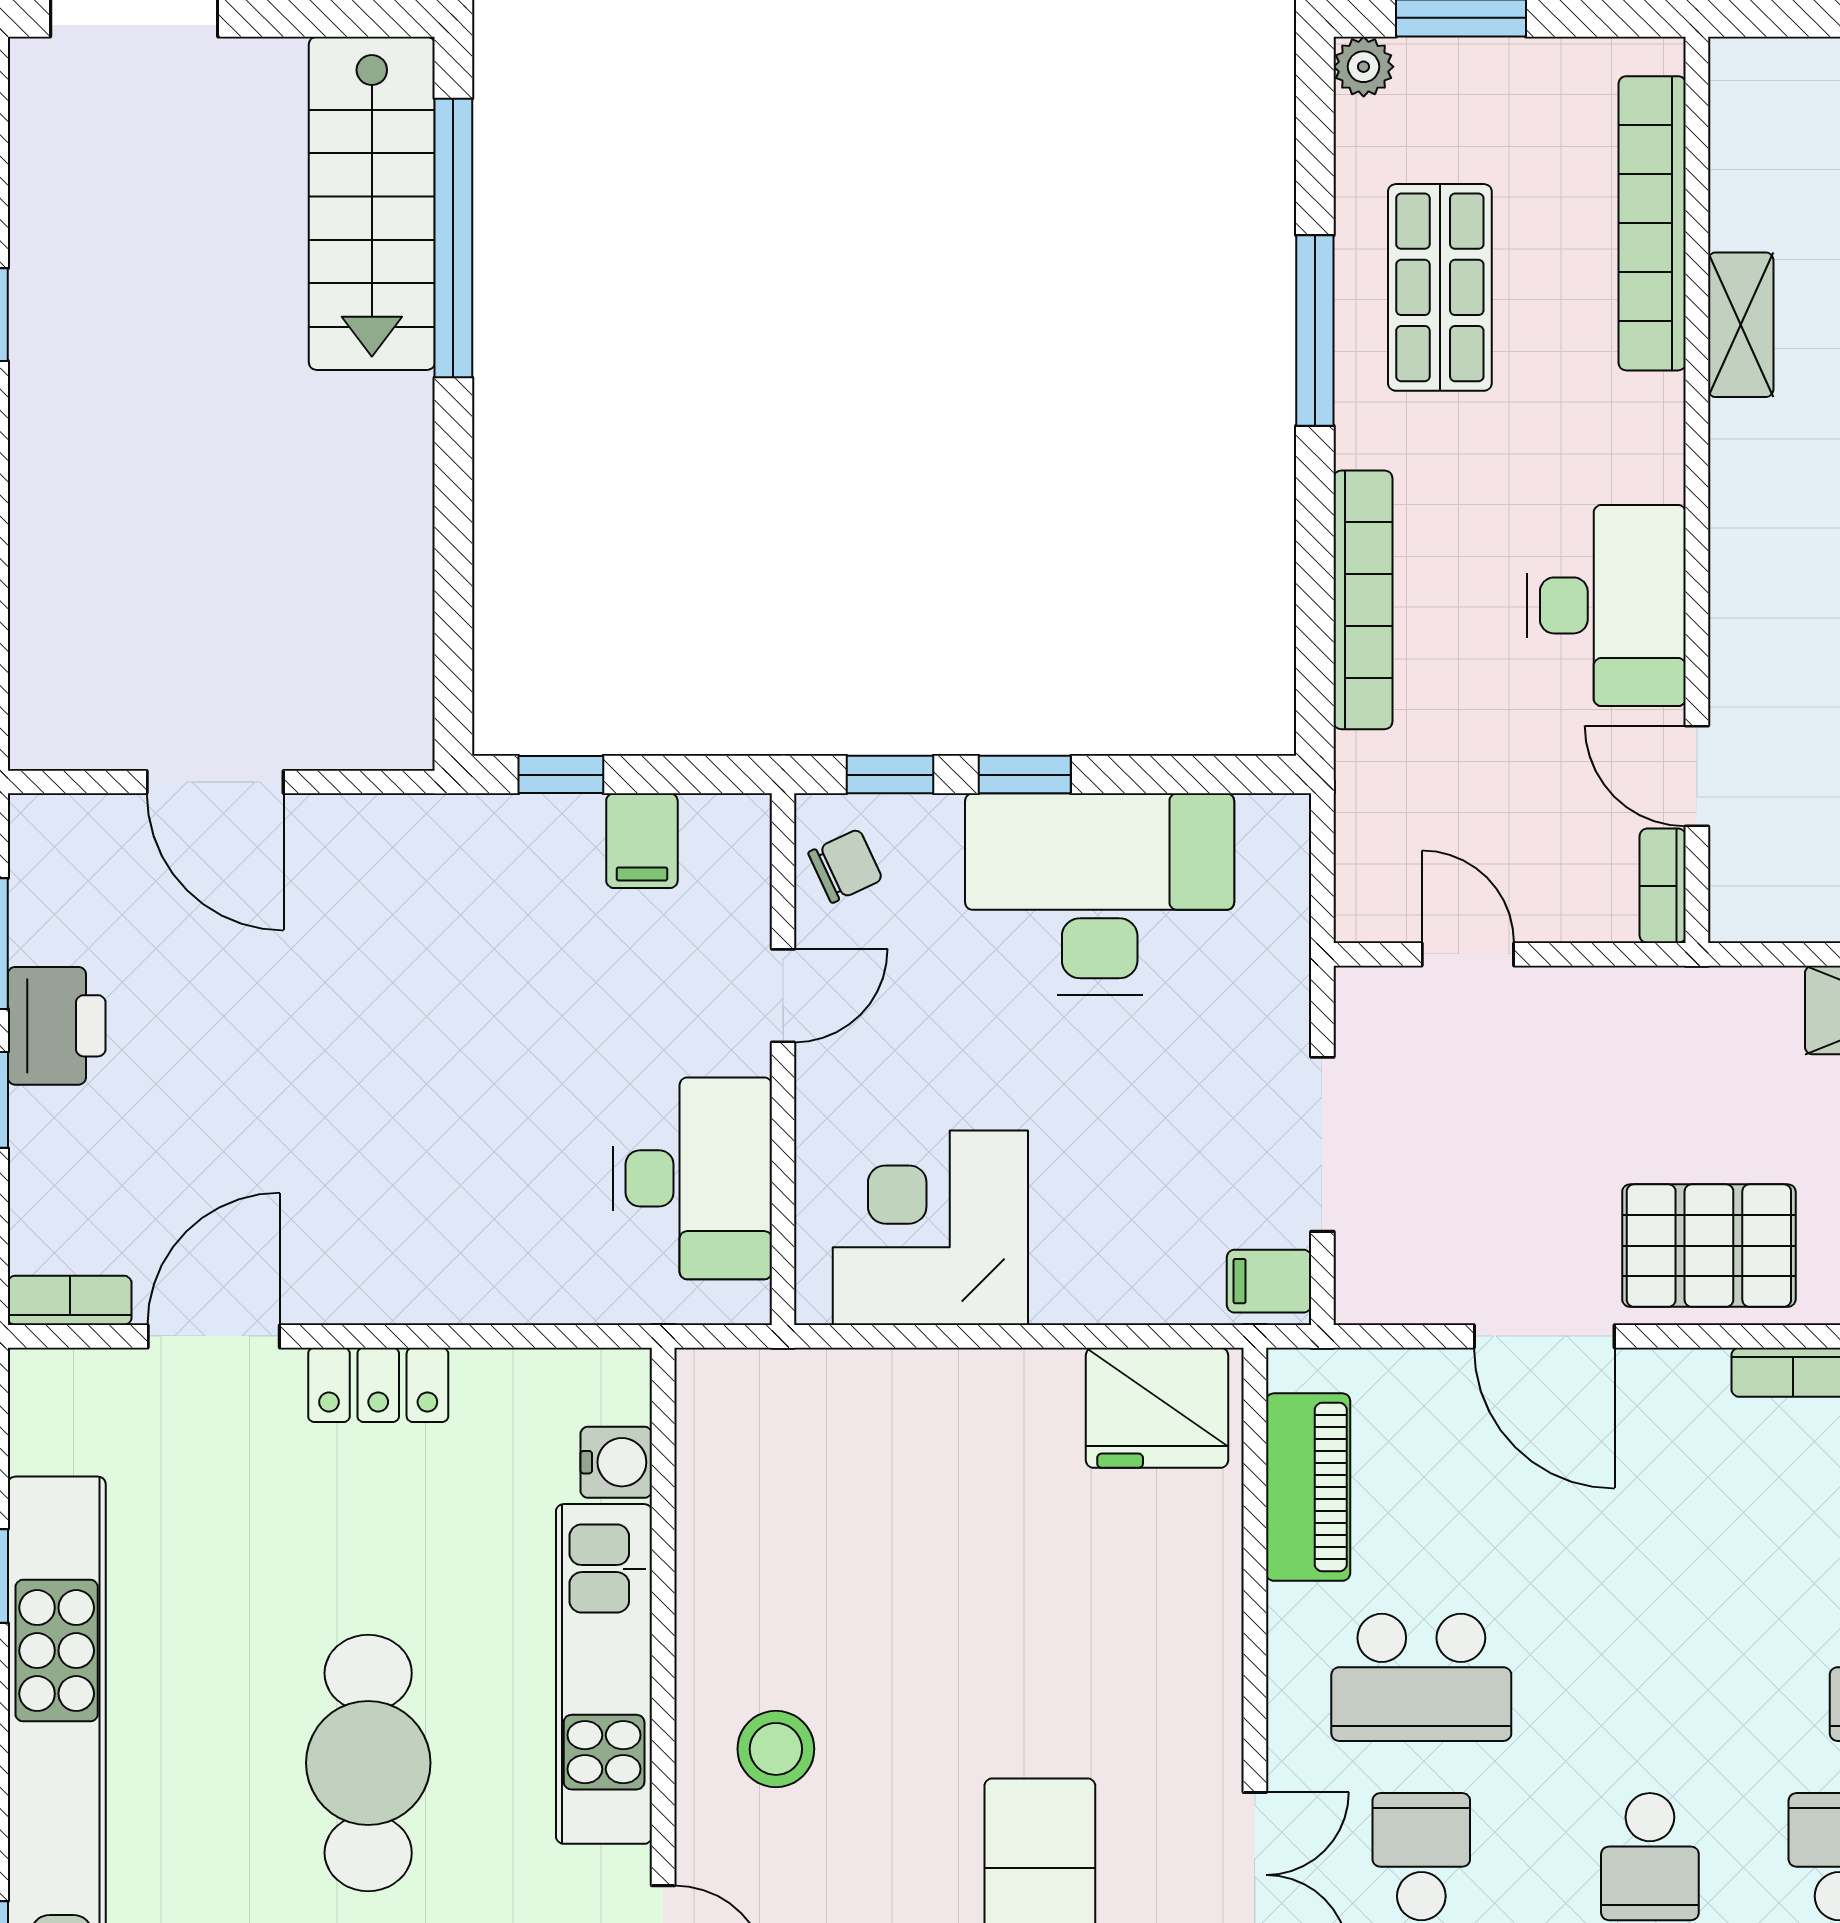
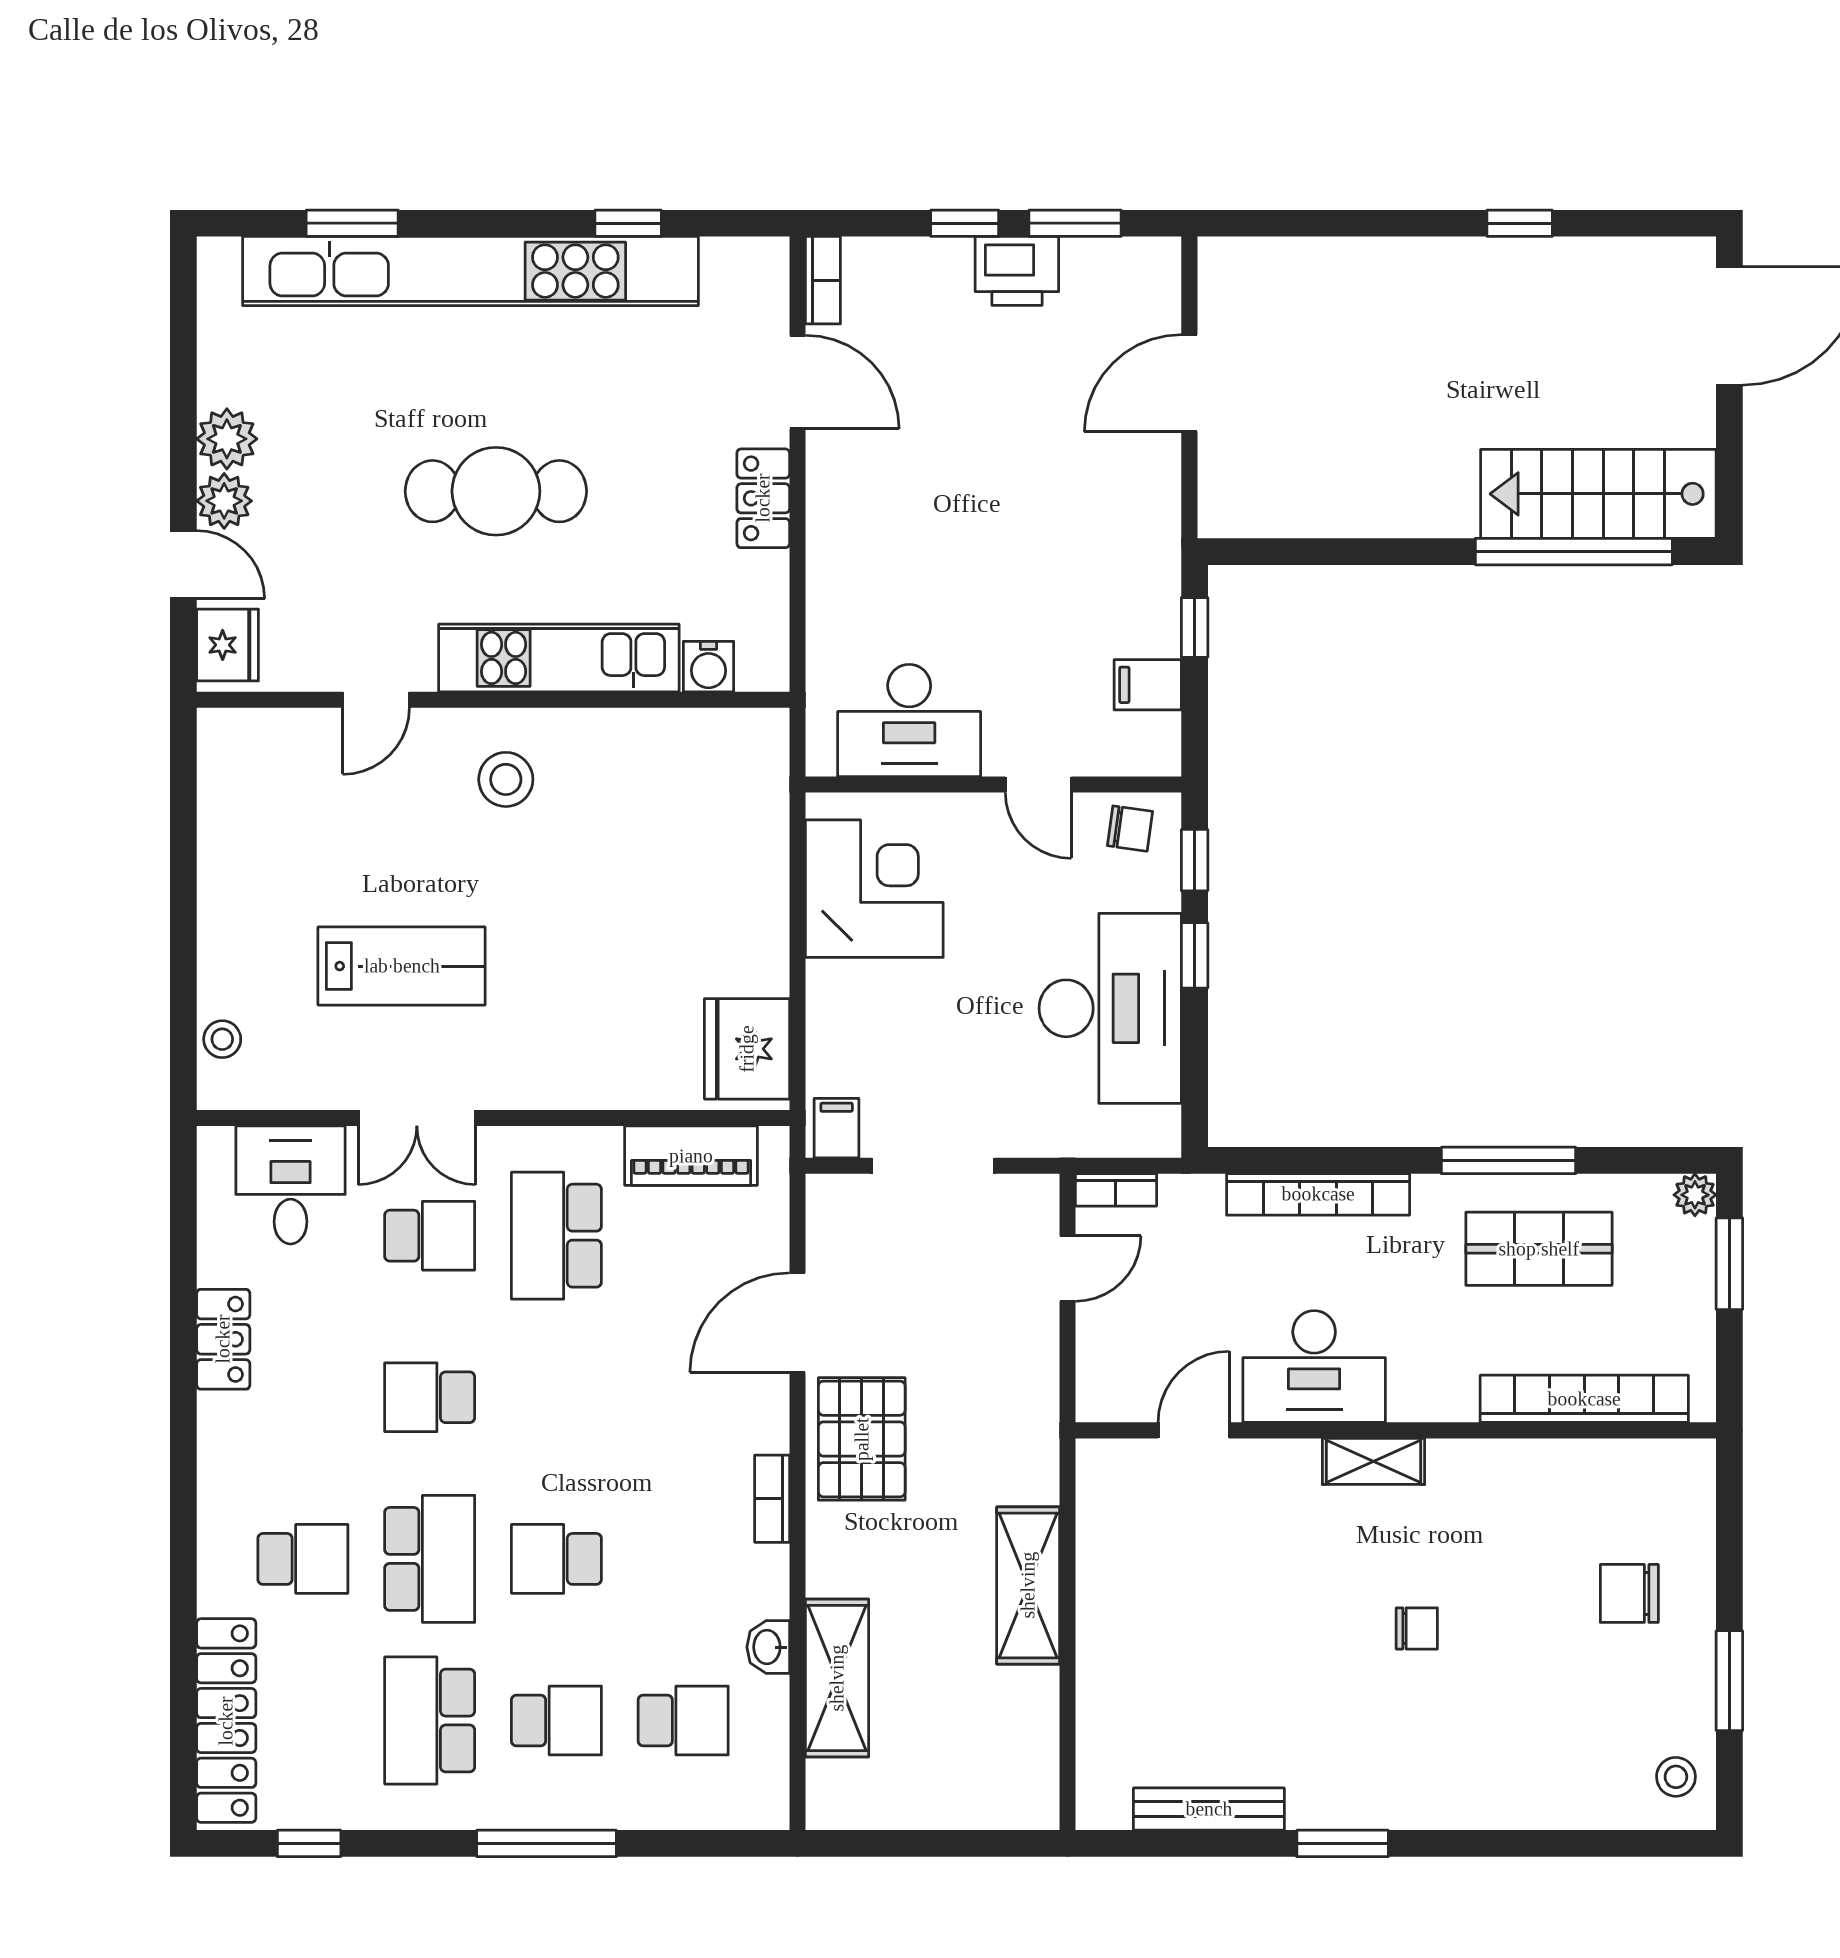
shelving: (1741, 325) -> (1373, 1461), moved
chair: (845, 866) -> (1130, 829), turned -57
bookcase: (1663, 886) -> (1116, 1190), moved, turned 180

